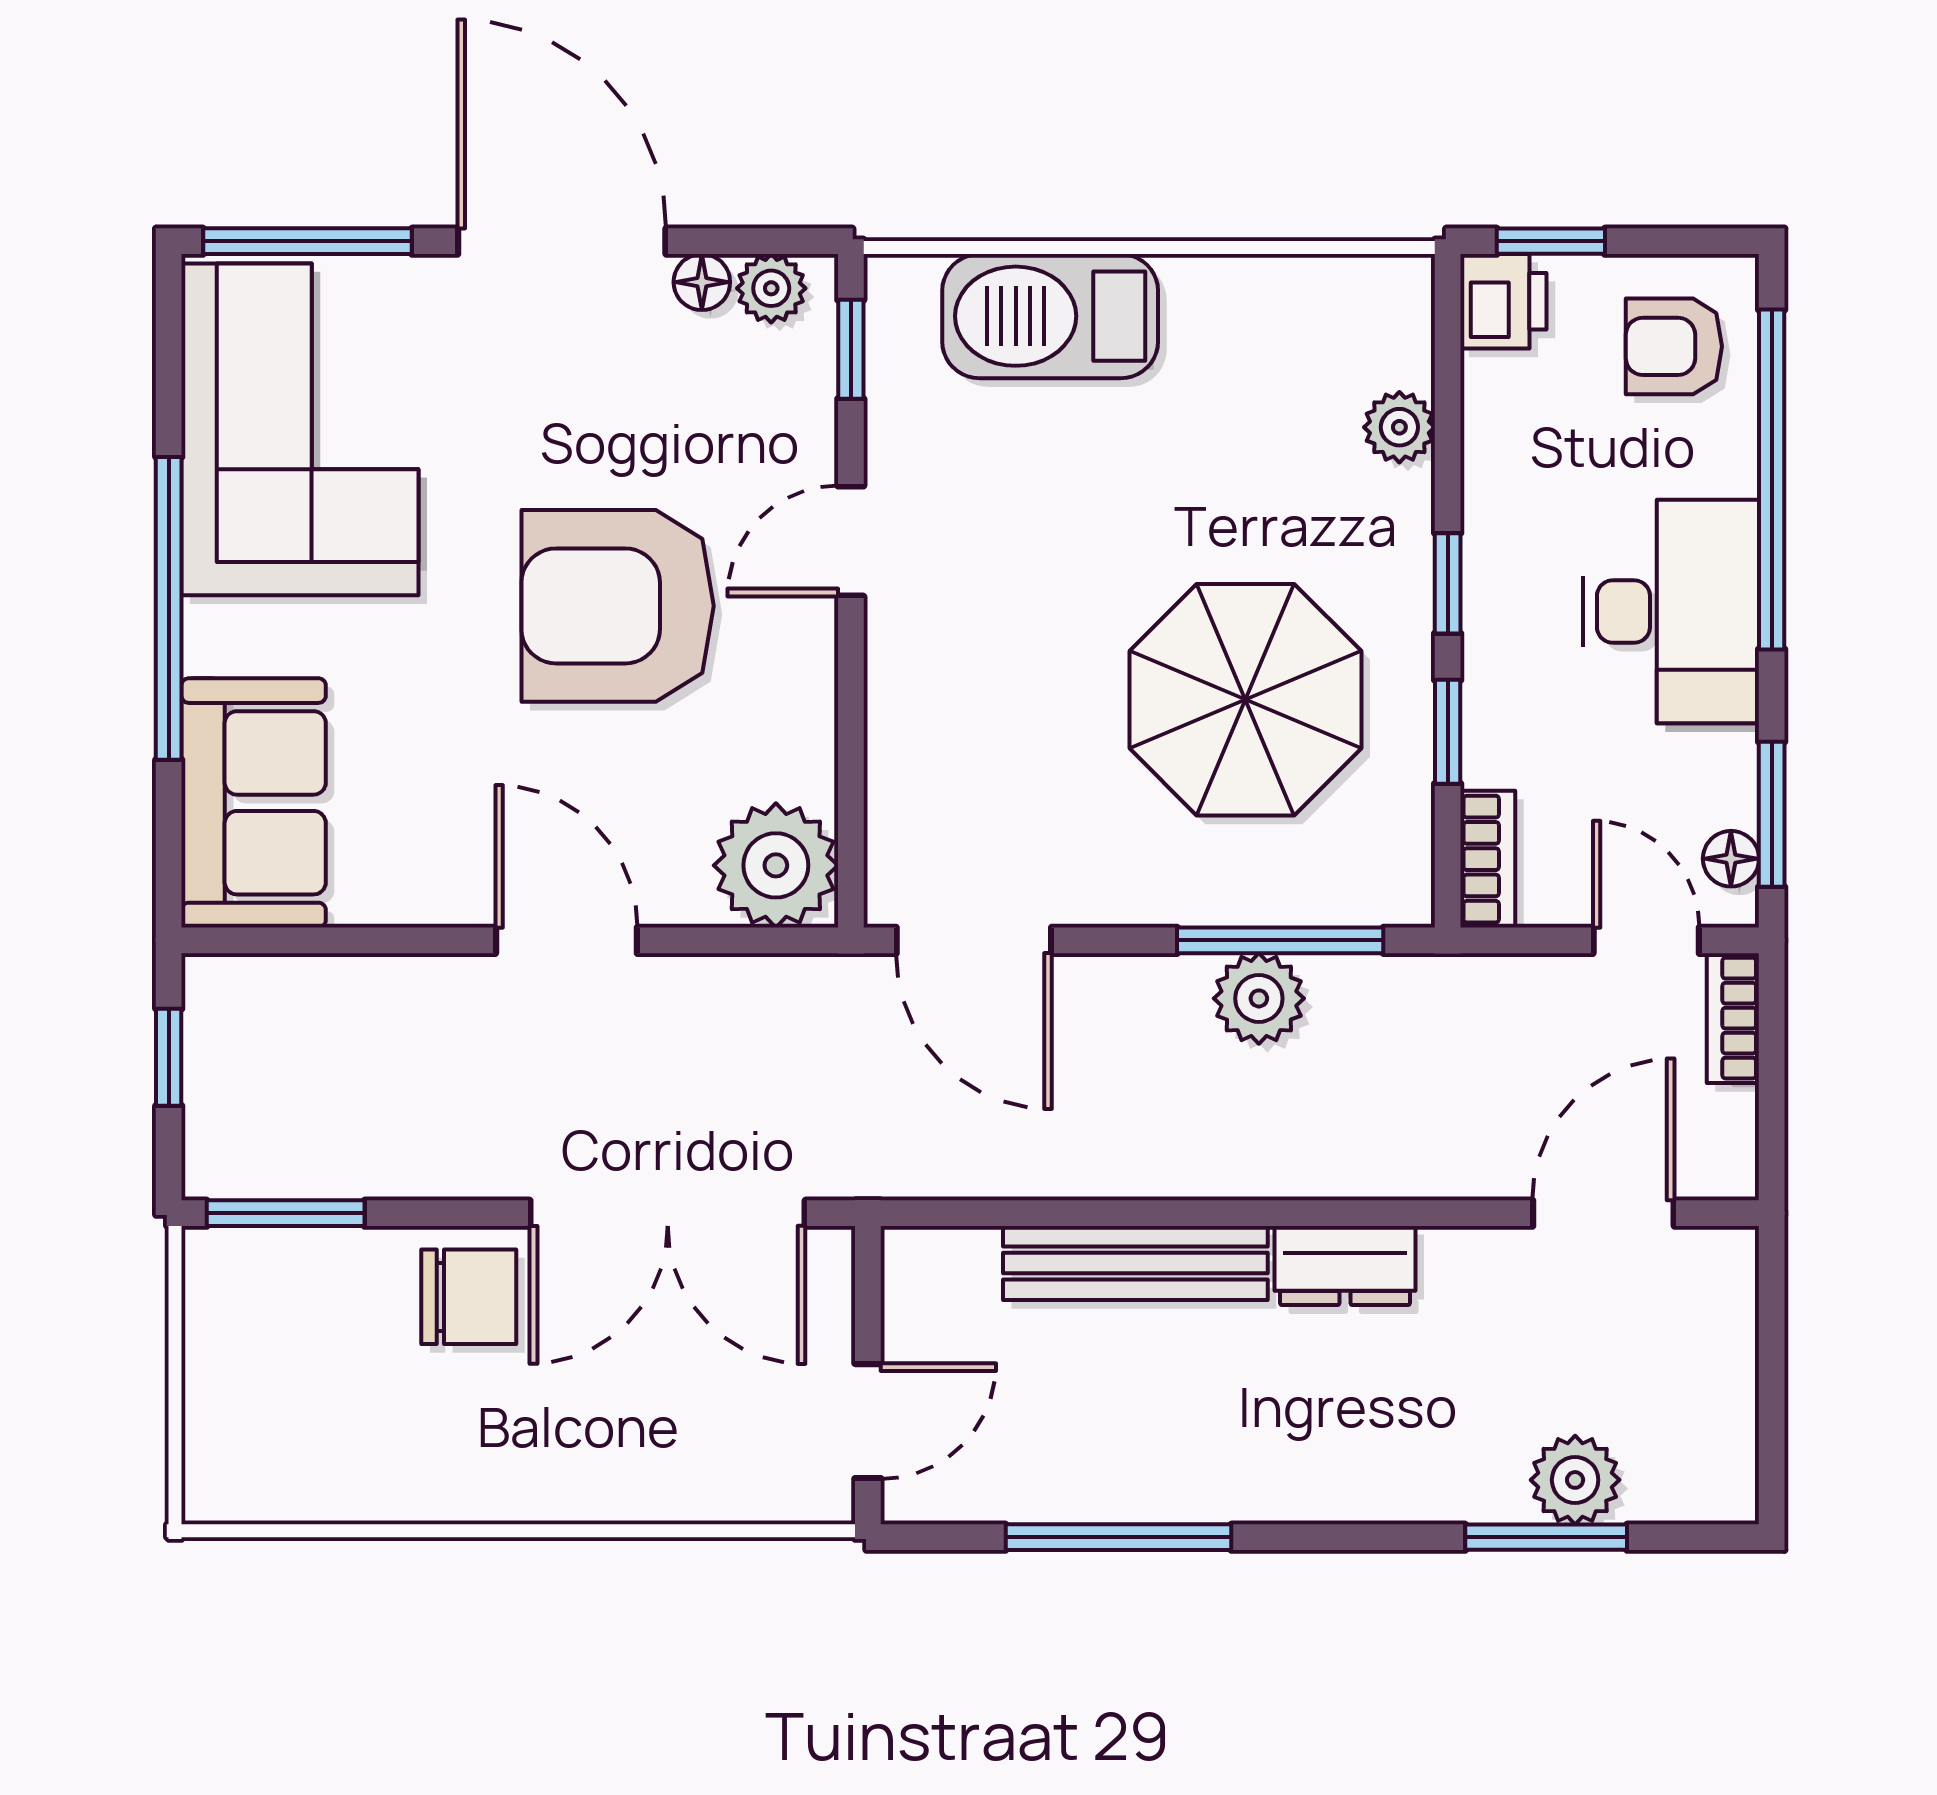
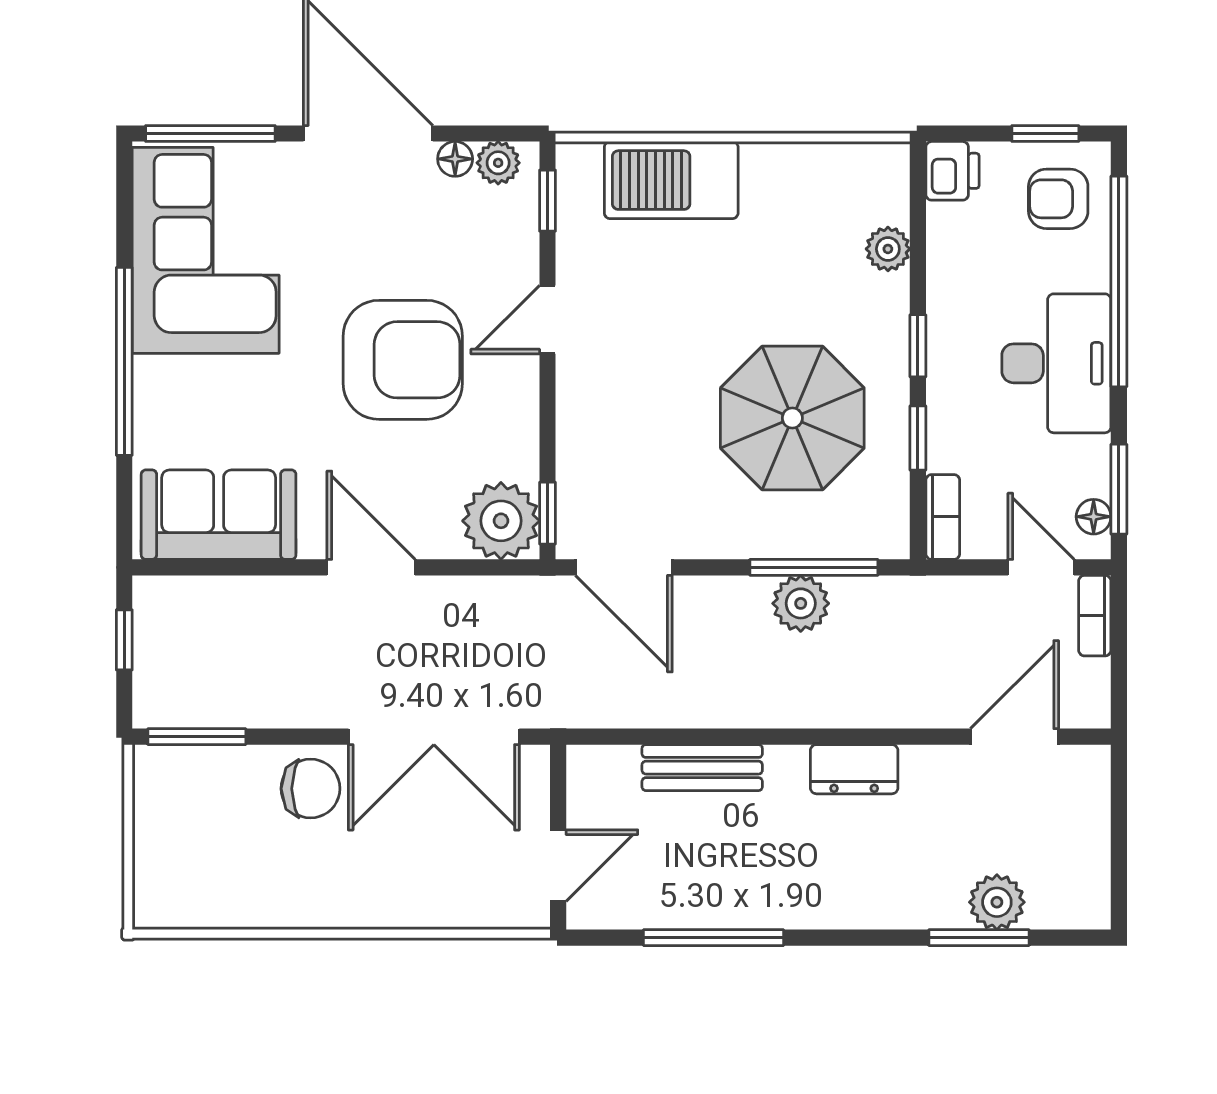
window: (1551, 241) -> (1045, 134), moved
armchair: (618, 606) -> (403, 360), turned 180
sofa: (254, 803) -> (219, 515), moved, turned -90
window: (851, 853) -> (548, 513), added
bench: (1135, 1263) -> (702, 768), width x0.73

